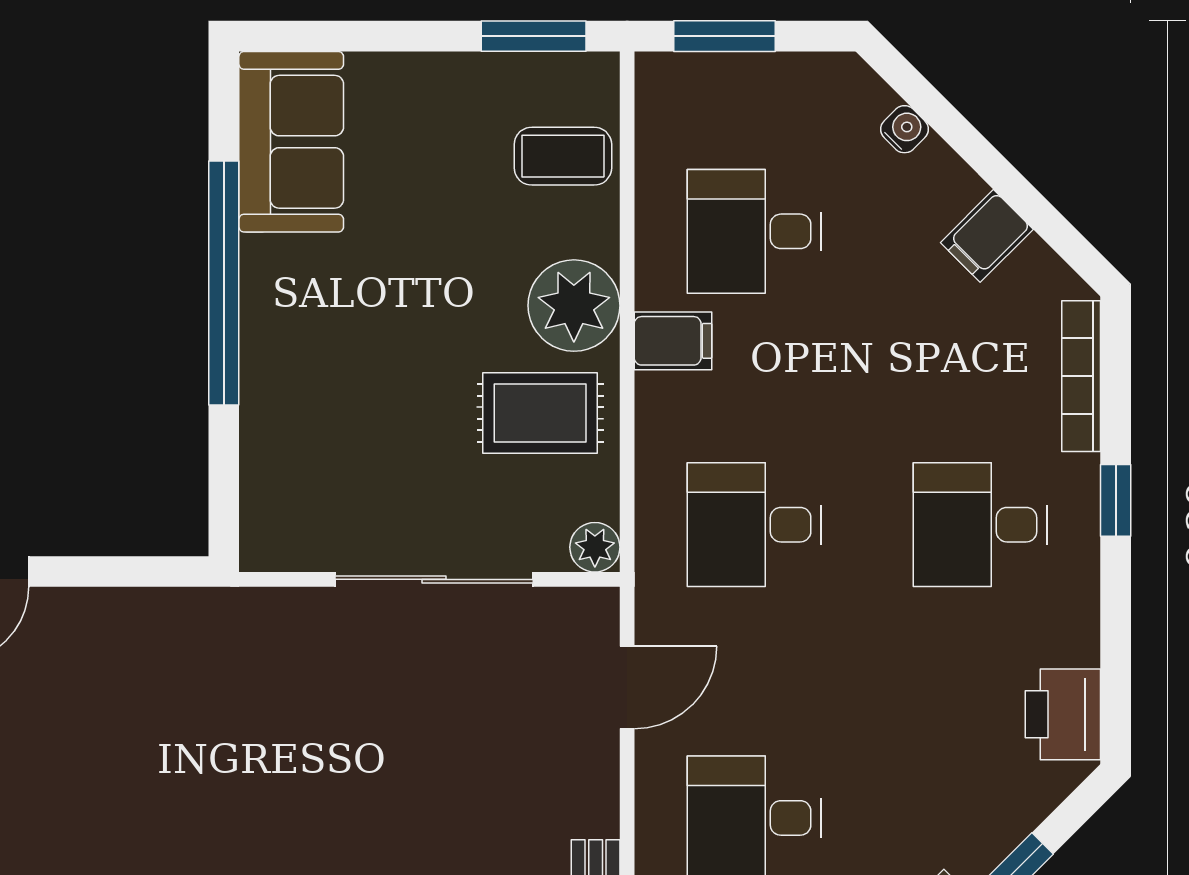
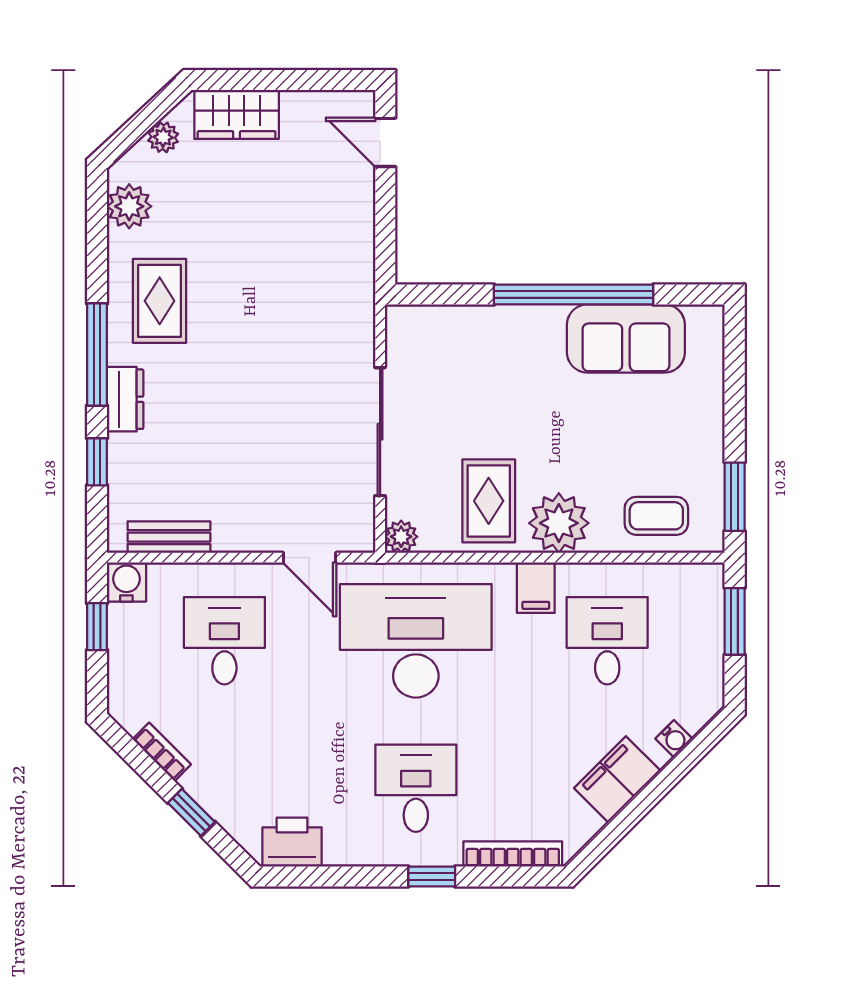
sofa: (291, 142) -> (626, 338), moved
coffee table: (563, 156) -> (656, 516), turned 90
filing cabinet: (987, 236) -> (617, 779), width x2.00
desk: (754, 525) -> (416, 641), width x1.87, depth x1.30

